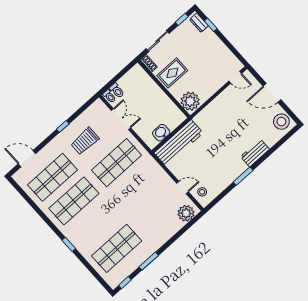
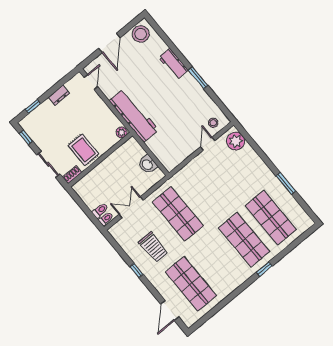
dresser: (199, 23) -> (59, 95), moved
plant: (190, 101) -> (122, 132), width x0.53, depth x0.53
workbench: (179, 143) -> (134, 115), moved
shop shelf: (74, 201) -> (244, 240), moved
window: (125, 283) -> (308, 210), removed

